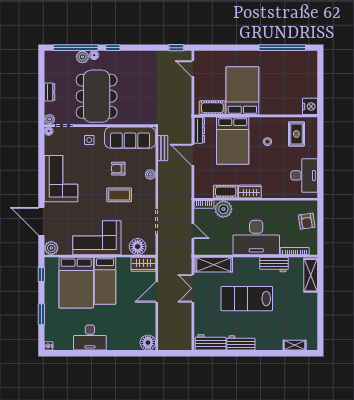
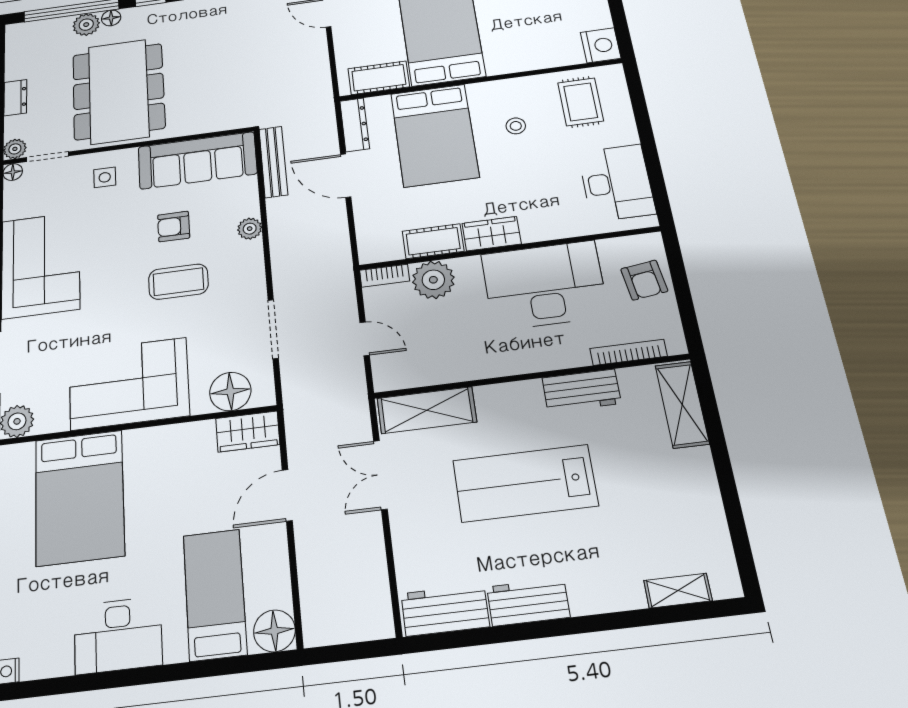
bench: (163, 148) -> (273, 162), width x1.36
desk: (256, 238) -> (544, 285), moved, turned 180
bed: (105, 281) -> (215, 594), moved, turned 180

